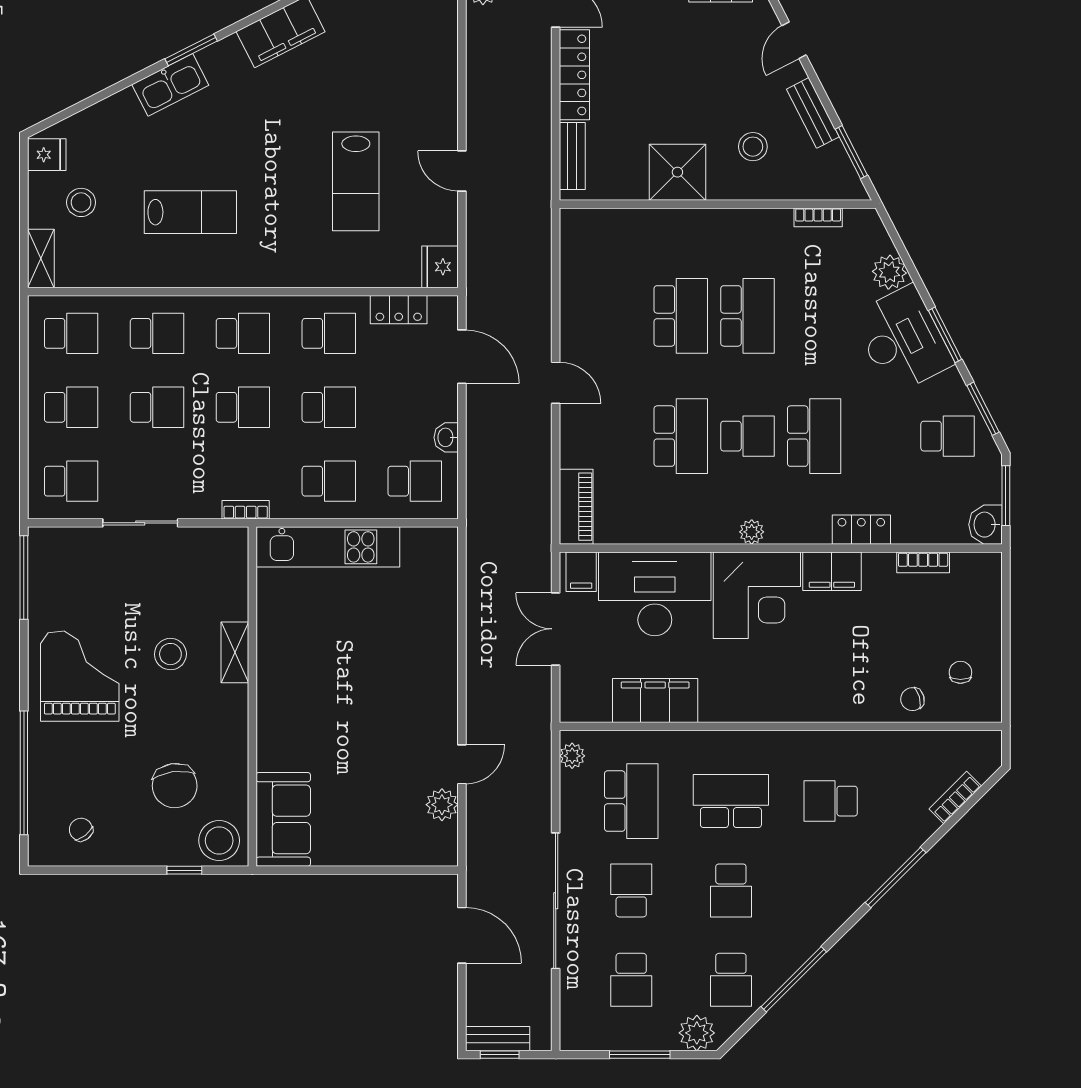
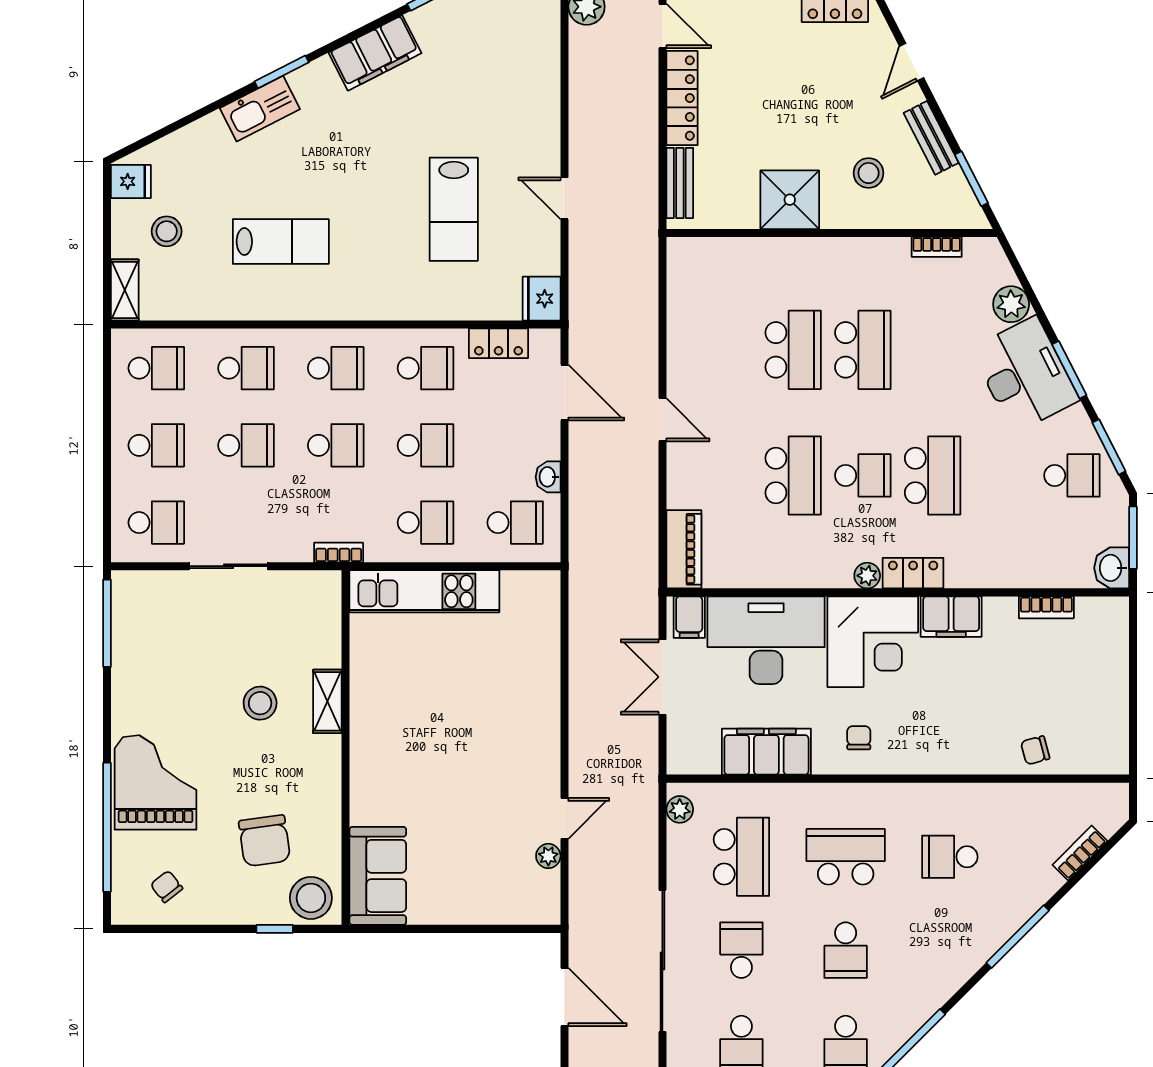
locker: (861, 530) -> (913, 573), moved
chair: (960, 672) -> (859, 738), moved
grand piano: (80, 676) -> (156, 782), moved
plant: (442, 805) -> (548, 856), width x0.73, depth x0.73

